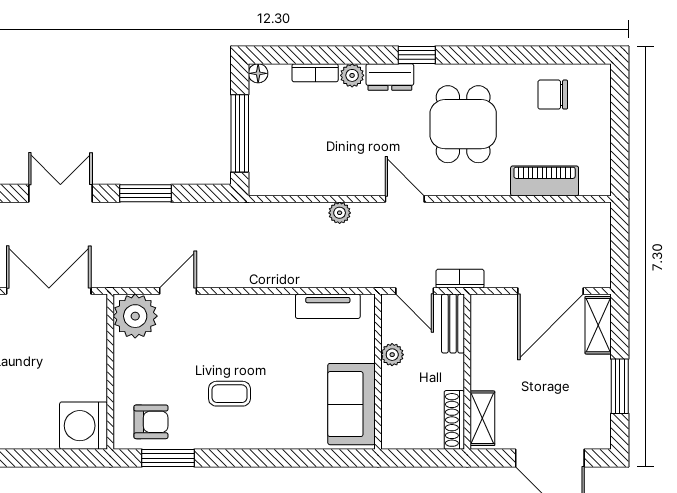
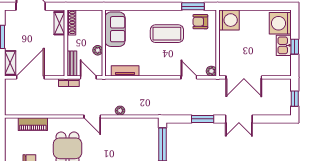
door: (178, 291) -> (189, 77), swing flipped
plant: (135, 316) -> (211, 71), width x0.53, depth x0.53
coffee table: (229, 394) -> (167, 34), width x1.86, depth x1.72

